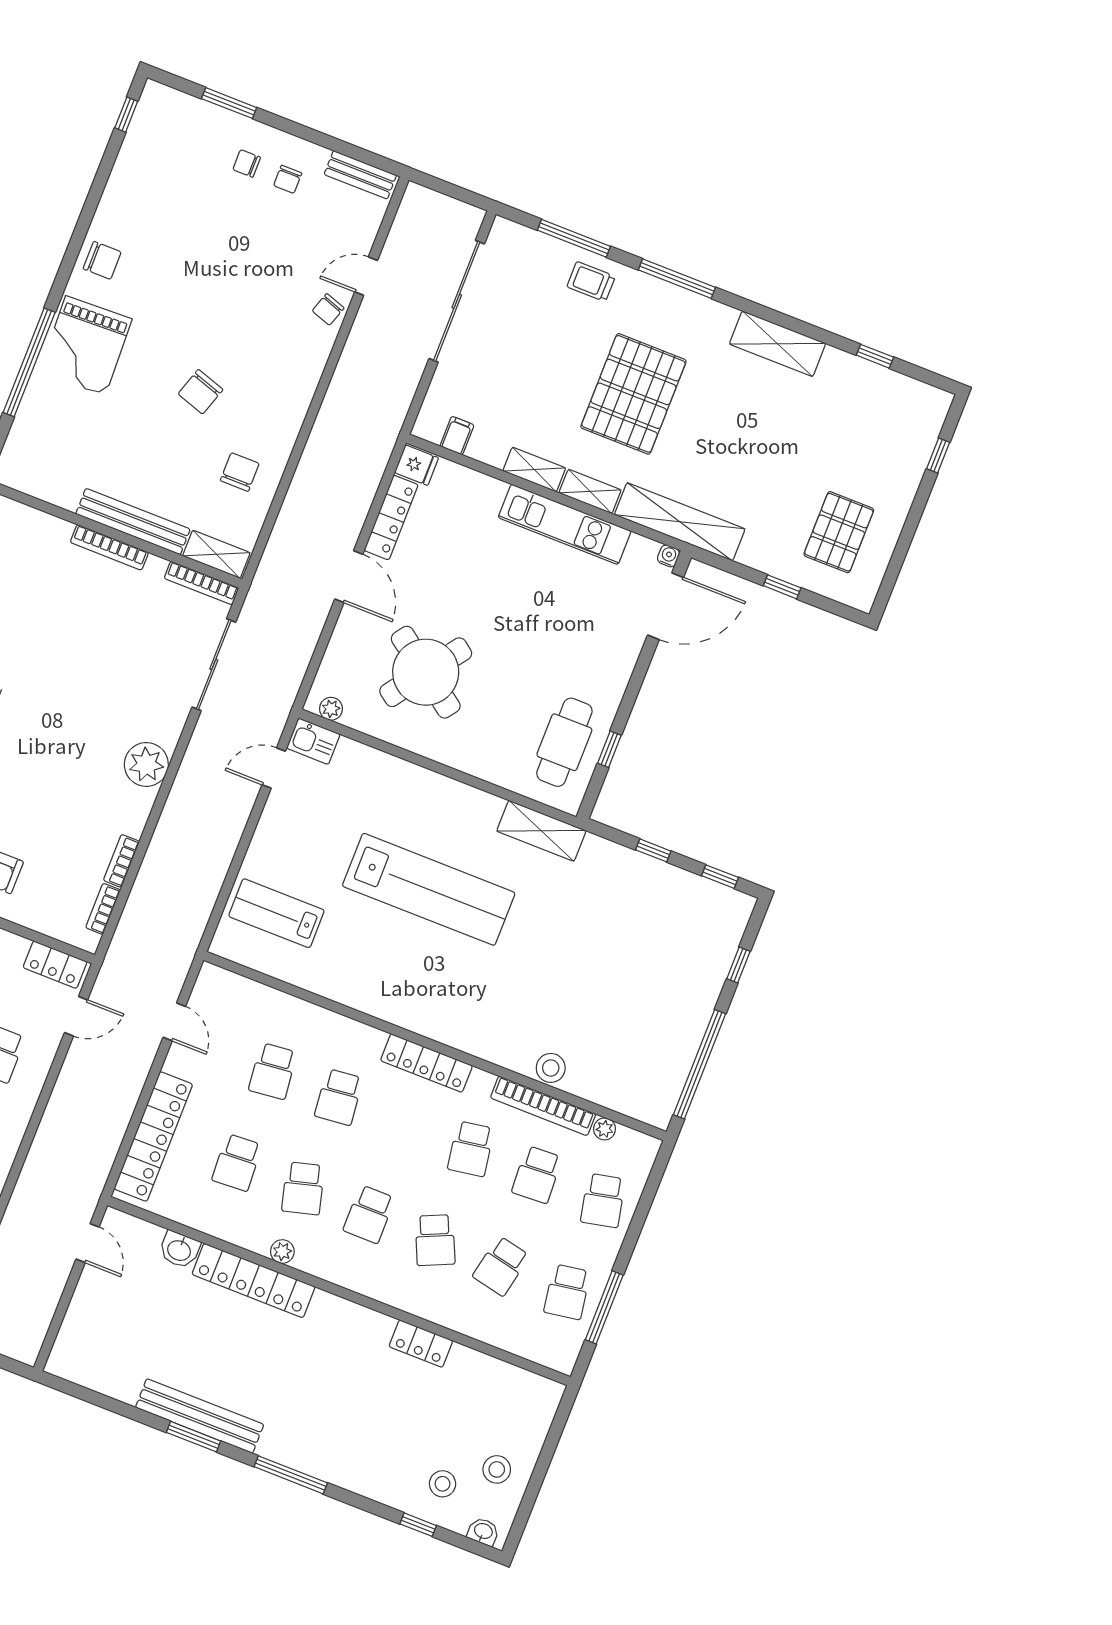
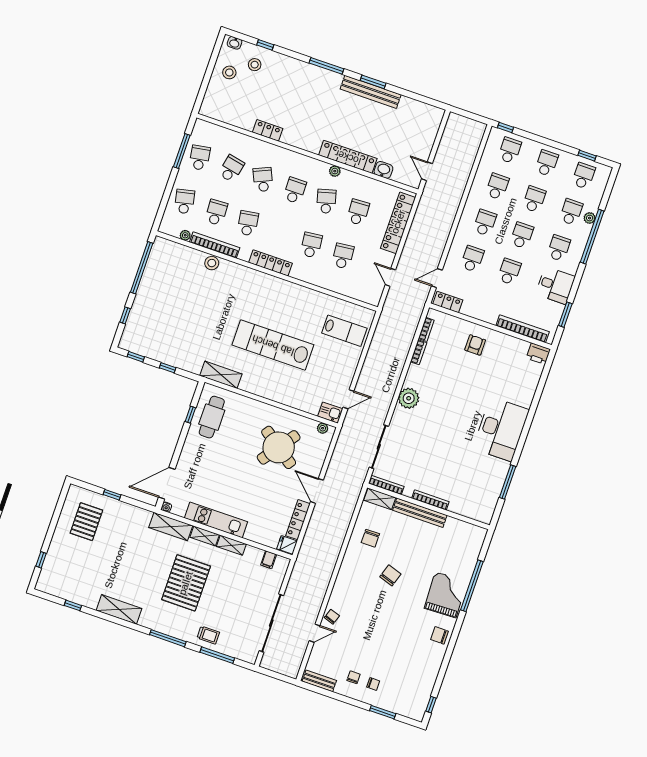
shelving: (680, 522) -> (171, 527), width x0.68

